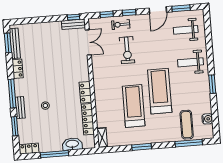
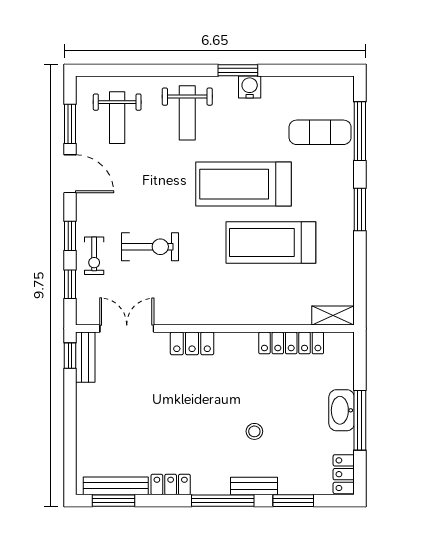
locker: (85, 92) -> (192, 343), moved
water cooler: (207, 119) -> (250, 87), moved
washbasin: (72, 144) -> (342, 410), moved
window: (142, 147) -> (360, 209), moved

